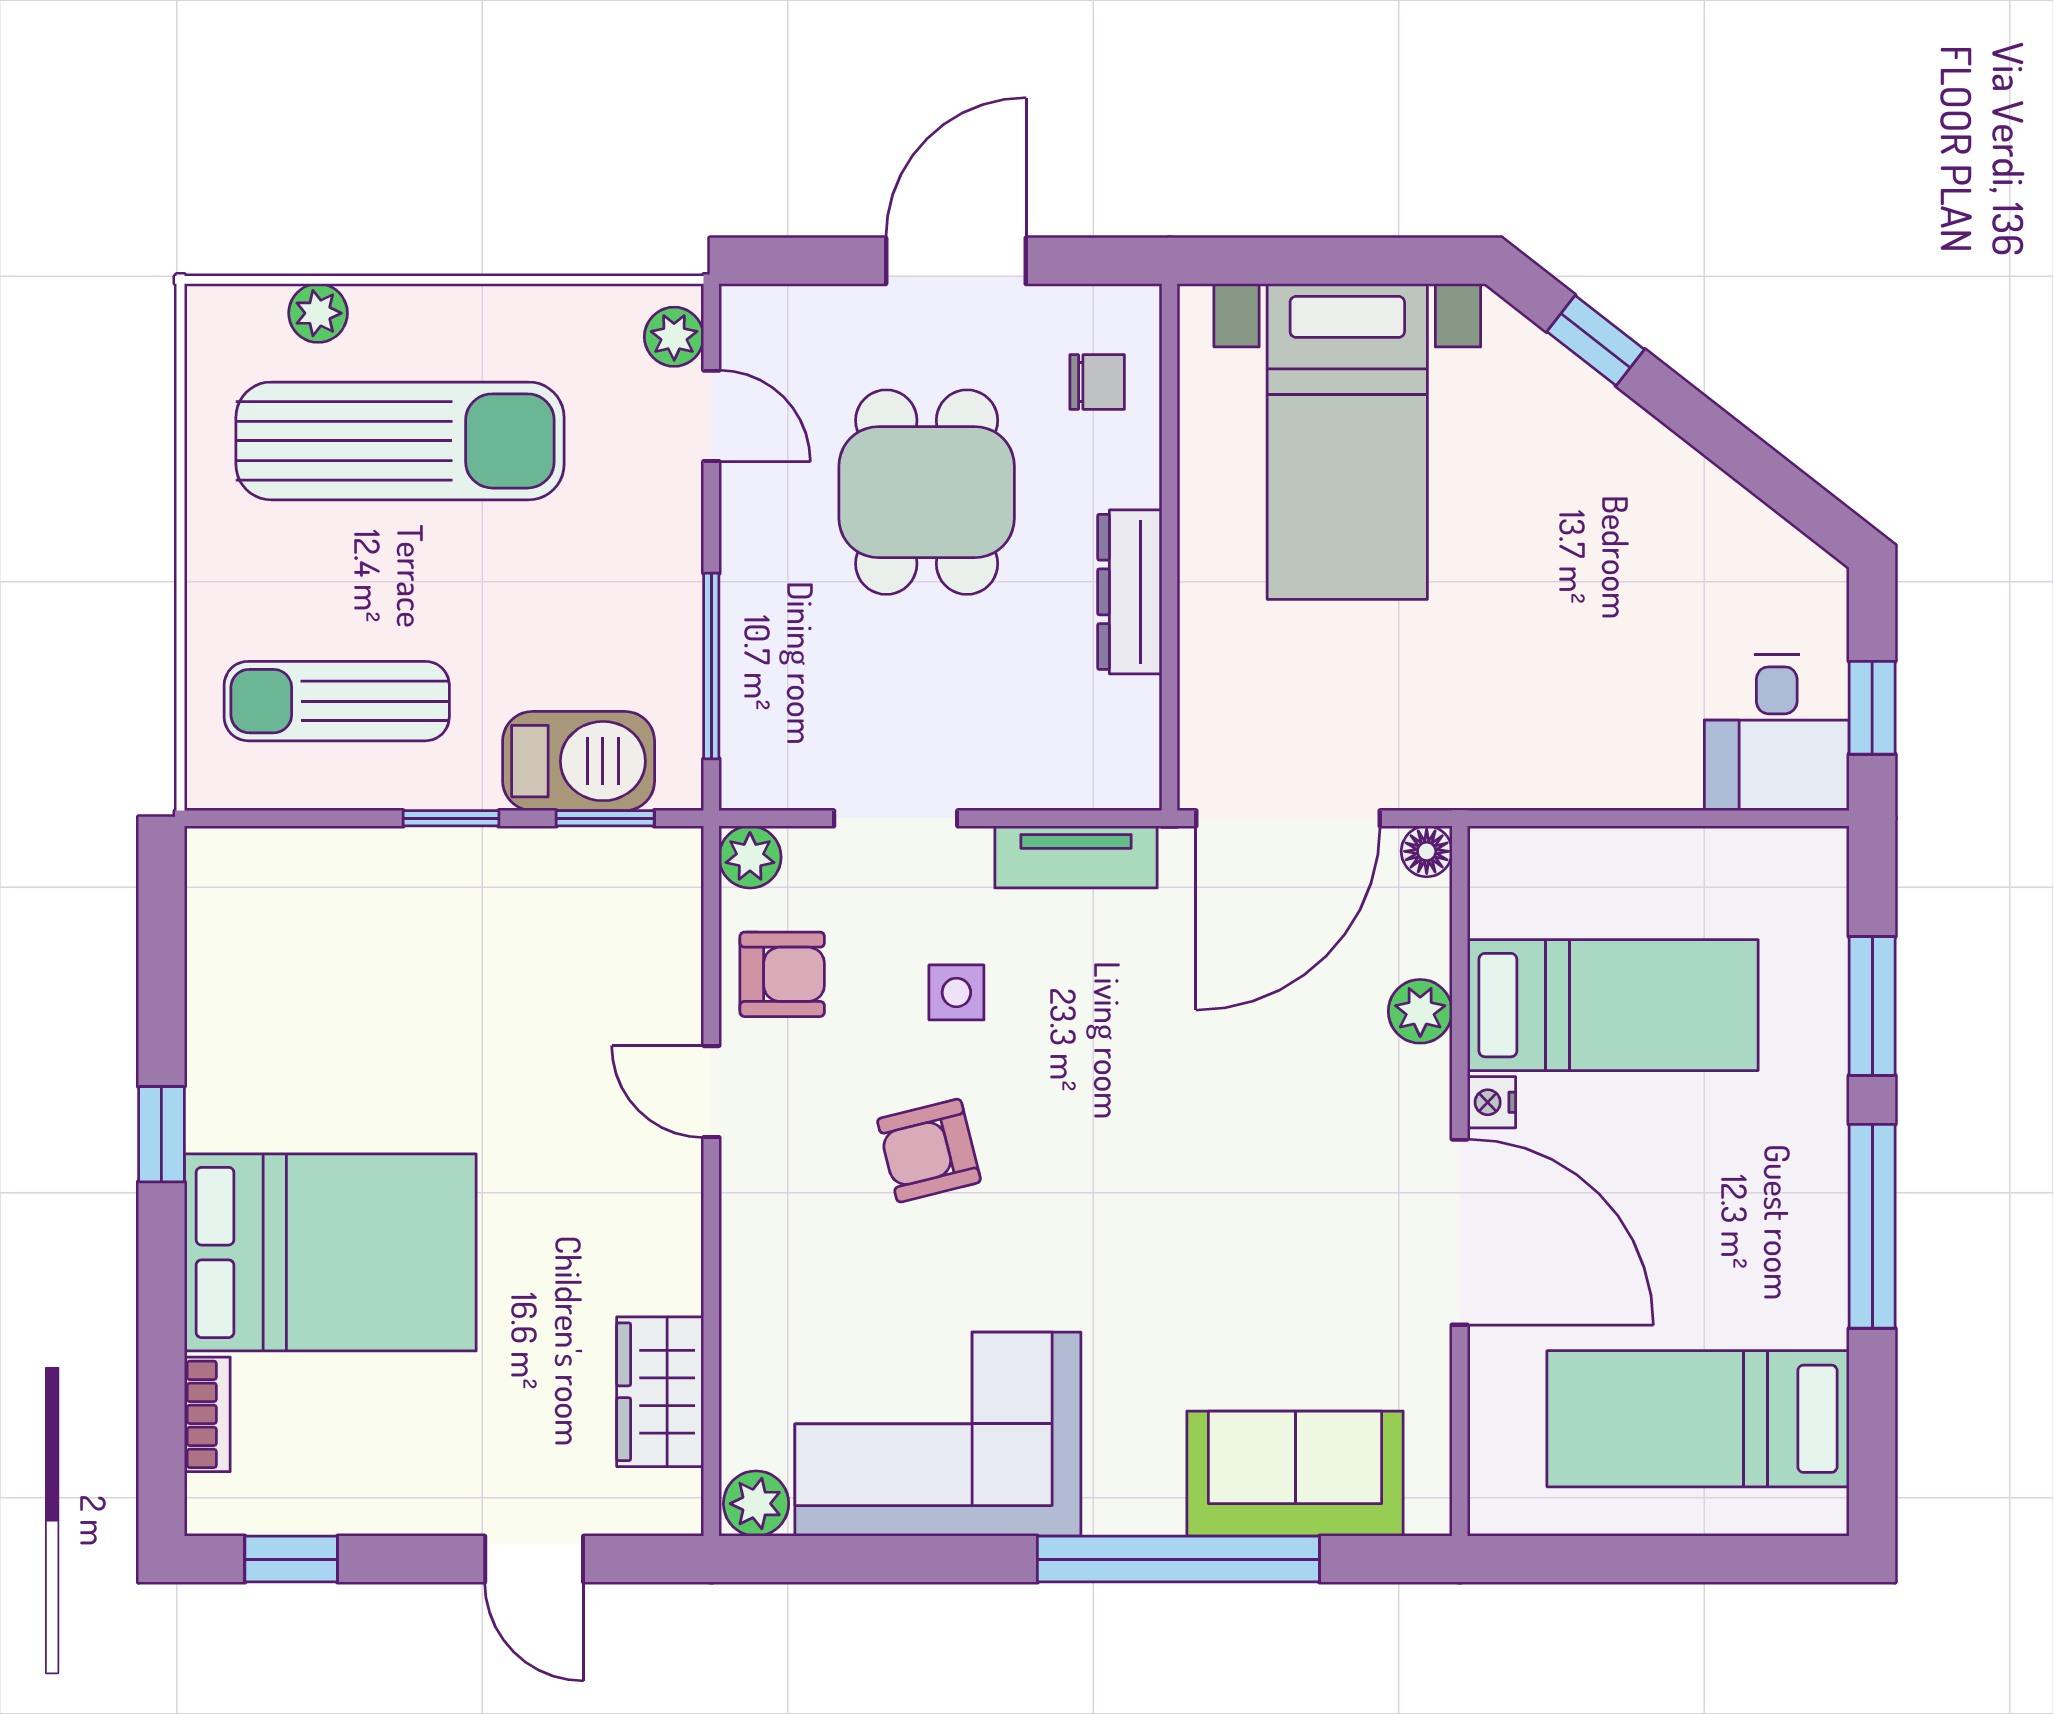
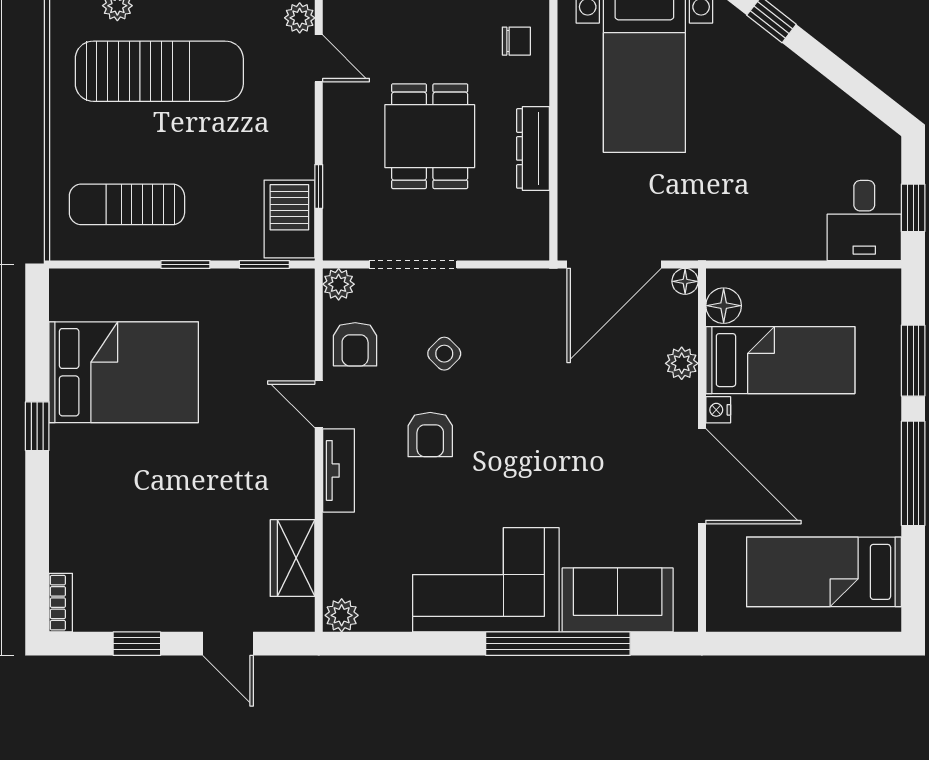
dining table: (927, 492) -> (430, 136), moved
window: (711, 666) -> (319, 186), width x0.46
barbecue: (579, 761) -> (289, 219), moved, turned -90
doorway: (896, 818) -> (413, 264), width x1.38
tv unit: (1076, 857) -> (339, 470), moved, turned -90
floor lamp: (1502, 899) -> (724, 306), added
armchair: (782, 974) -> (355, 344), turned 90
side table: (956, 992) -> (444, 354), turned 45
armchair: (929, 1151) -> (430, 435), turned -76
bed: (330, 1252) -> (124, 372), moved
bookcase: (207, 1414) -> (61, 603), moved
corner sofa: (938, 1434) -> (486, 580), moved
window: (291, 1559) -> (137, 644), moved

